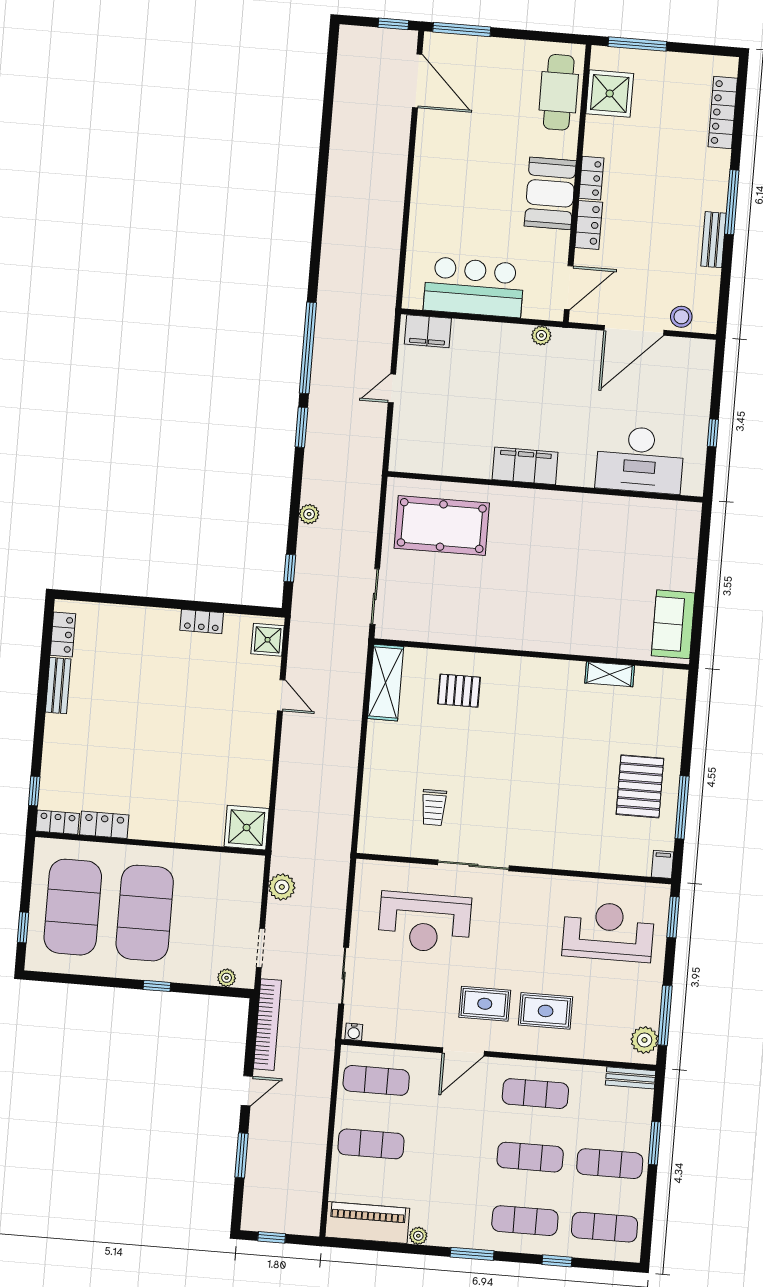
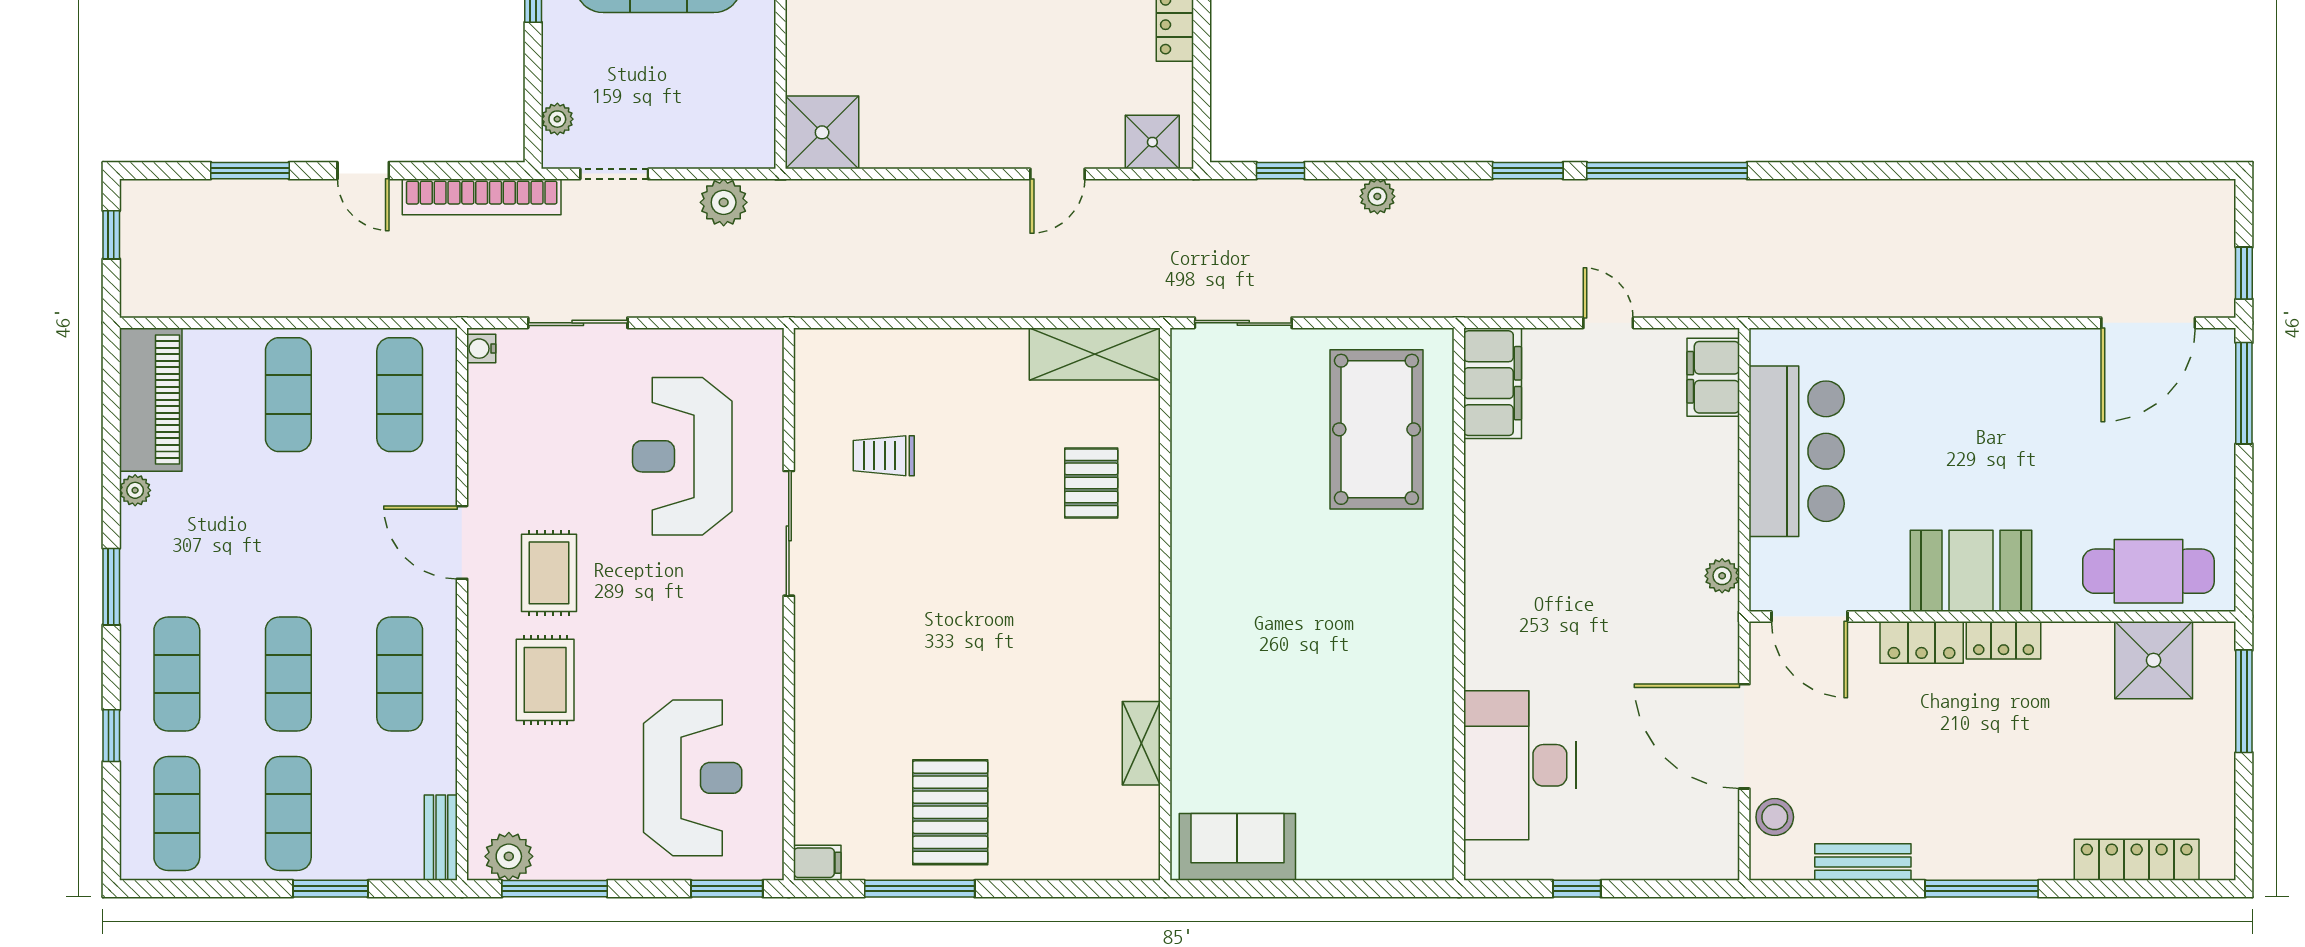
bench: (713, 240) -> (1863, 862), moved
filing cabinet: (525, 466) -> (1493, 383), moved
pallet: (640, 786) -> (950, 812), turned 90

